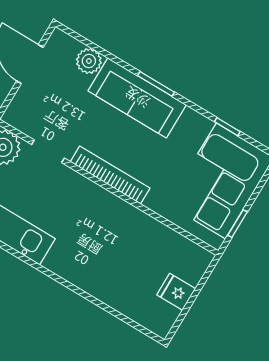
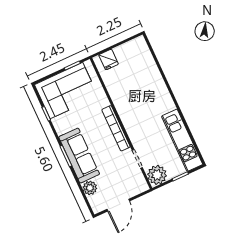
fridge: (176, 292) -> (109, 60), moved

